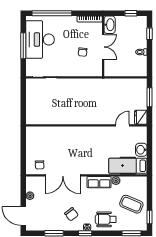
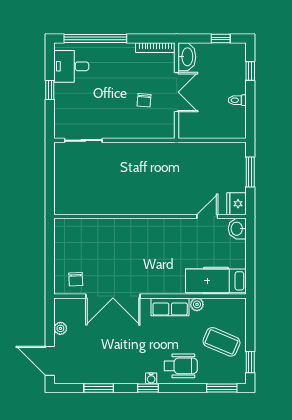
desk: (40, 40) -> (71, 66), width x0.53, depth x0.77
window: (23, 46) -> (50, 90), width x0.46
washbasin: (141, 150) -> (237, 229), moved
chair: (71, 214) -> (126, 358), removed
wheelchair: (106, 219) -> (181, 366), turned 180

